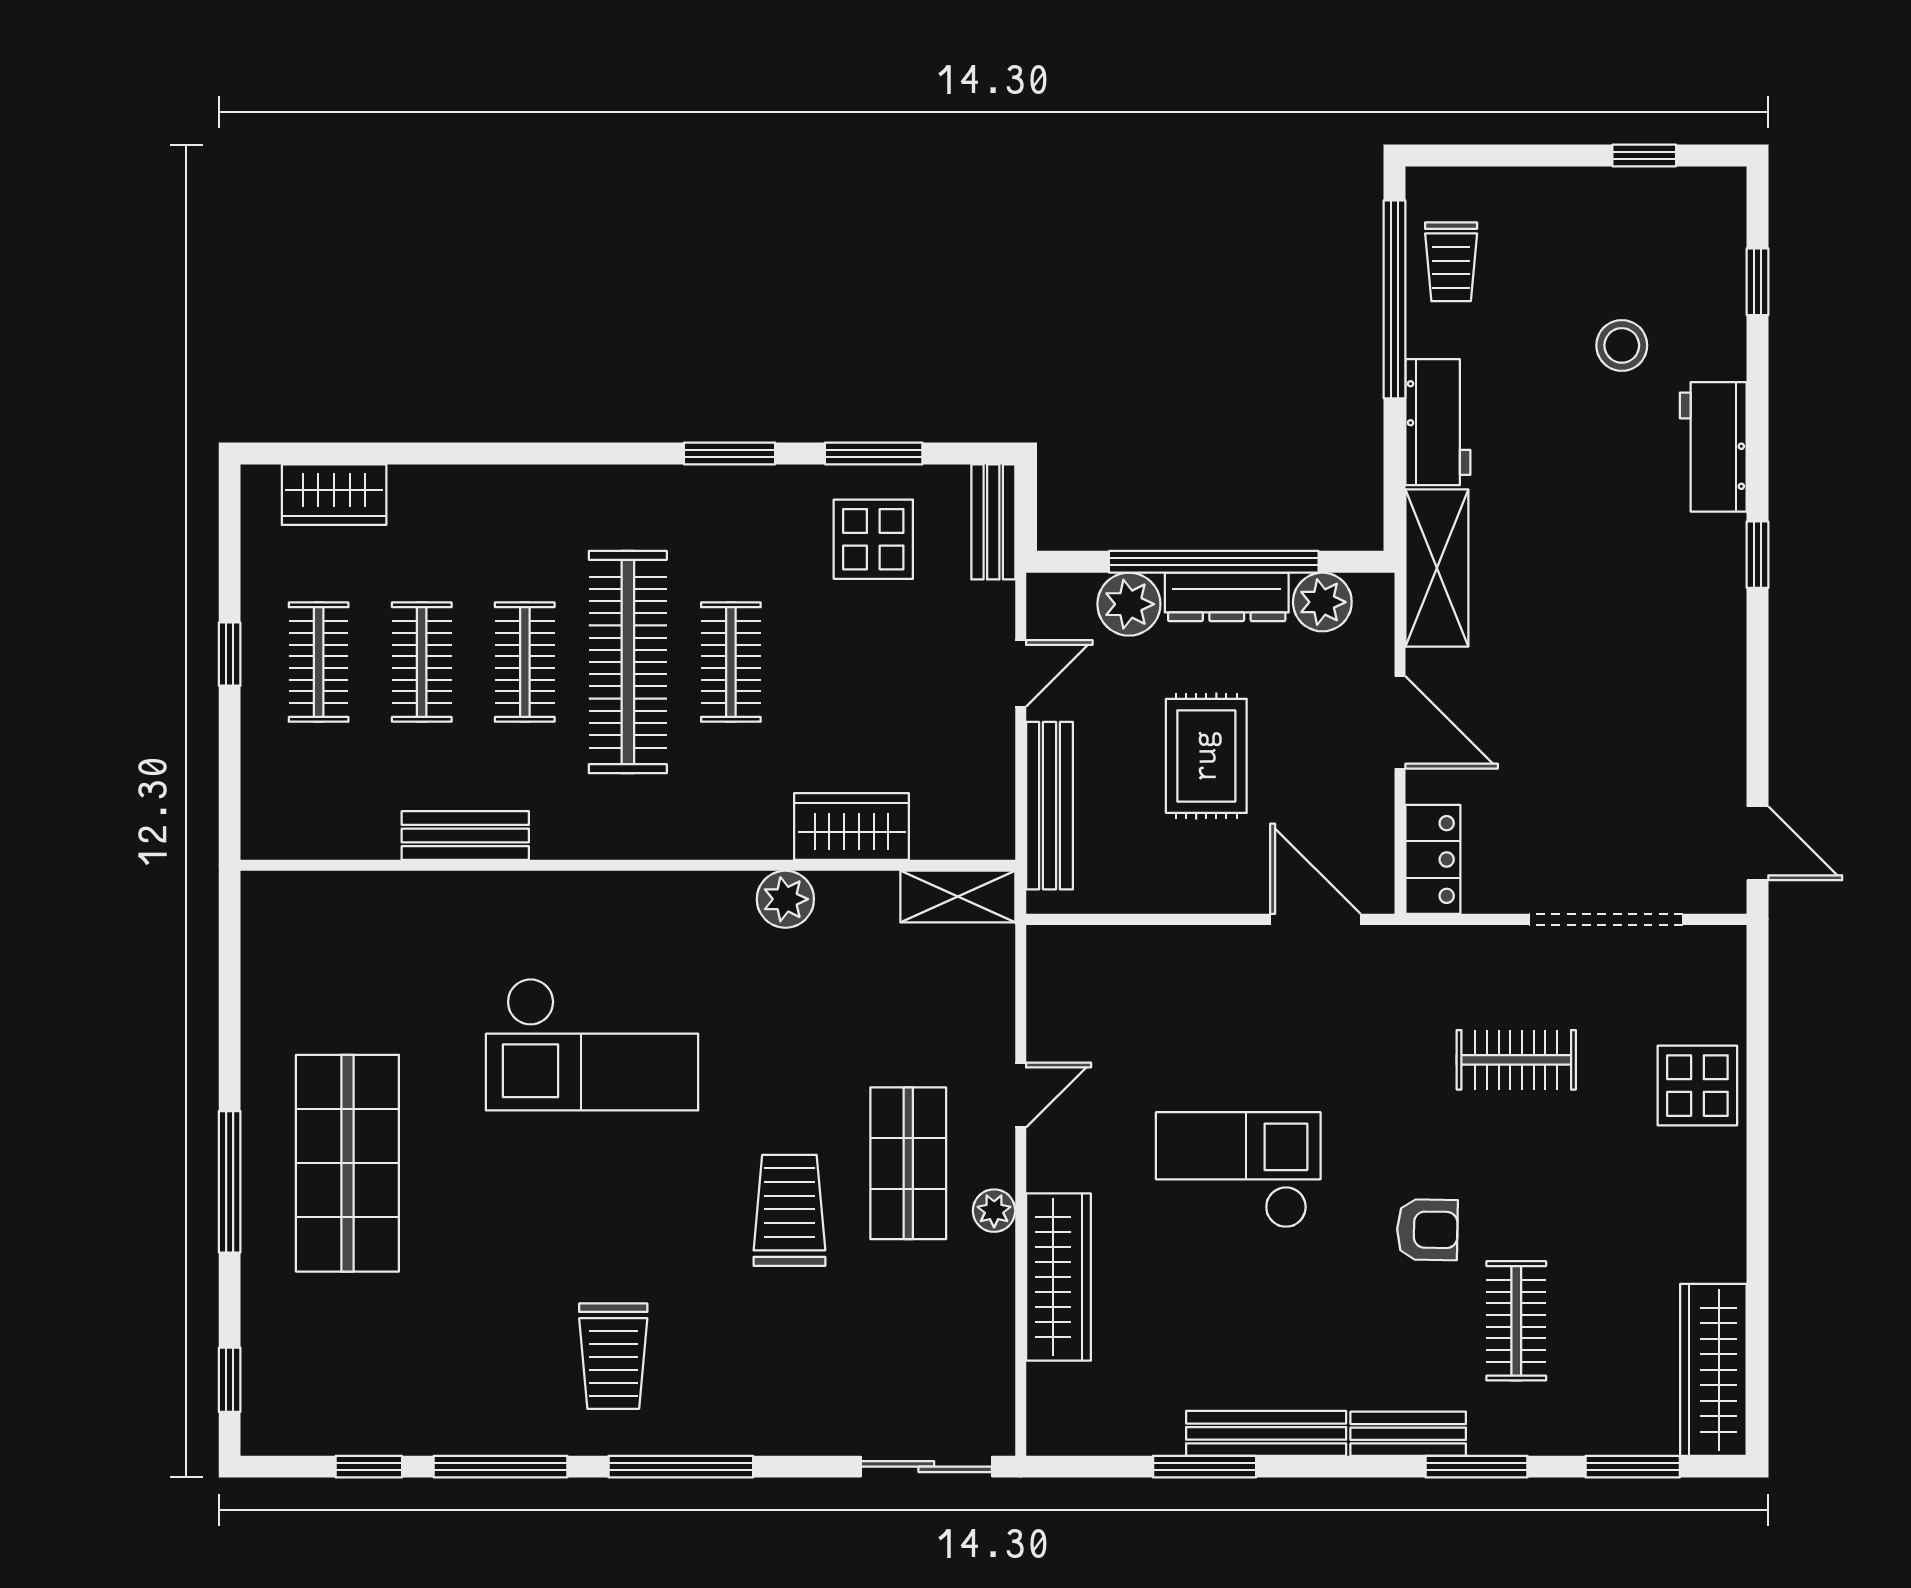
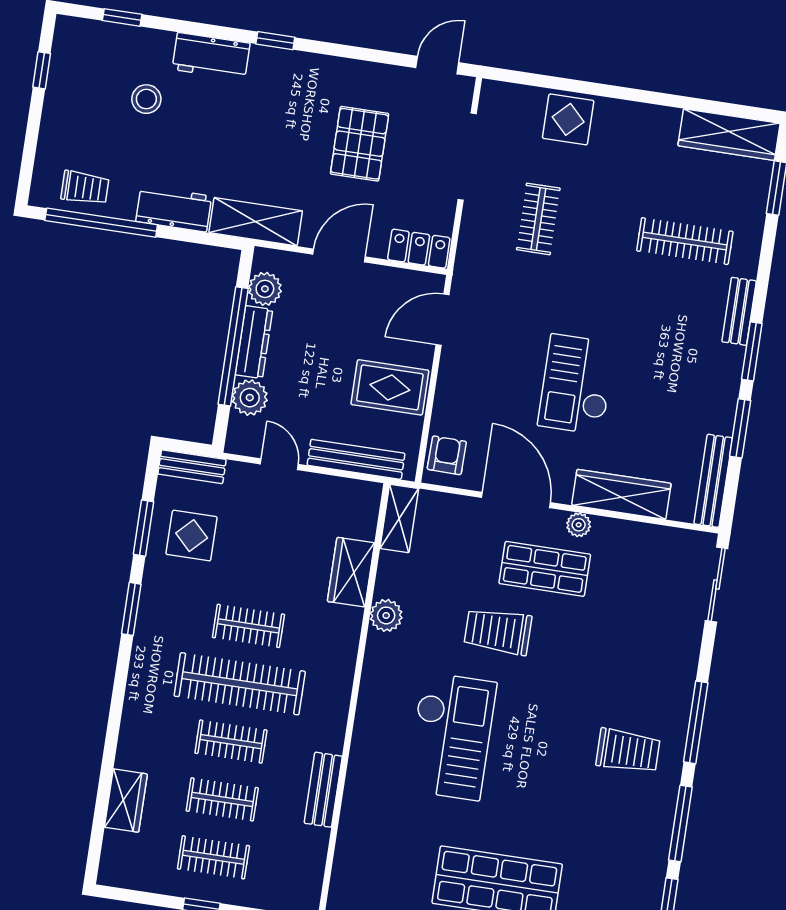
wardrobe: (334, 495) -> (126, 801), moved
pallet: (1600, 729) -> (360, 144), added
rug: (1206, 756) -> (390, 387), moved
door: (1021, 1095) -> (516, 500), width x1.87
trolley: (789, 1210) -> (498, 631), moved
armchair: (1427, 1230) -> (447, 455), moved
clothes rail: (1516, 1321) -> (685, 241), width x1.36
bench: (1266, 1433) -> (713, 481), moved
window: (1476, 1467) -> (752, 351), moved

